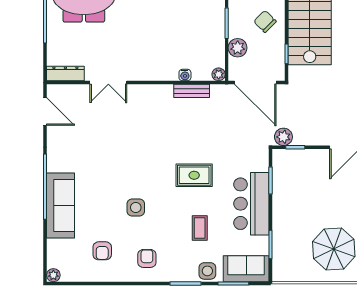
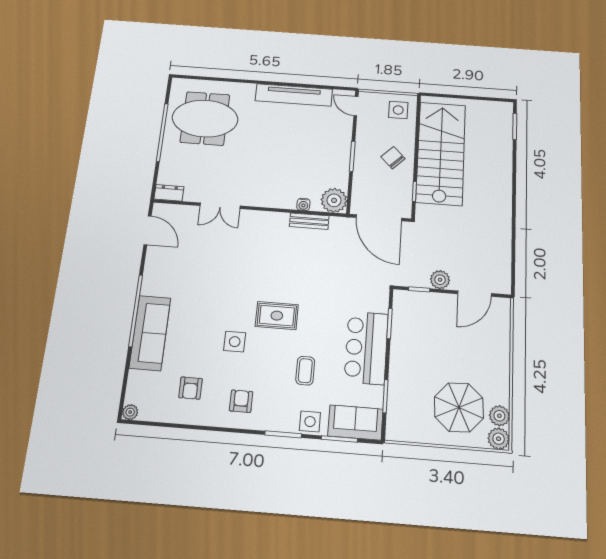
plant: (238, 48) -> (362, 181), removed
dresser: (65, 73) -> (169, 193), width x0.70
plant: (219, 74) -> (334, 200), width x1.87, depth x1.87
plant: (283, 137) -> (440, 280), moved
rug: (194, 175) -> (277, 316), moved

